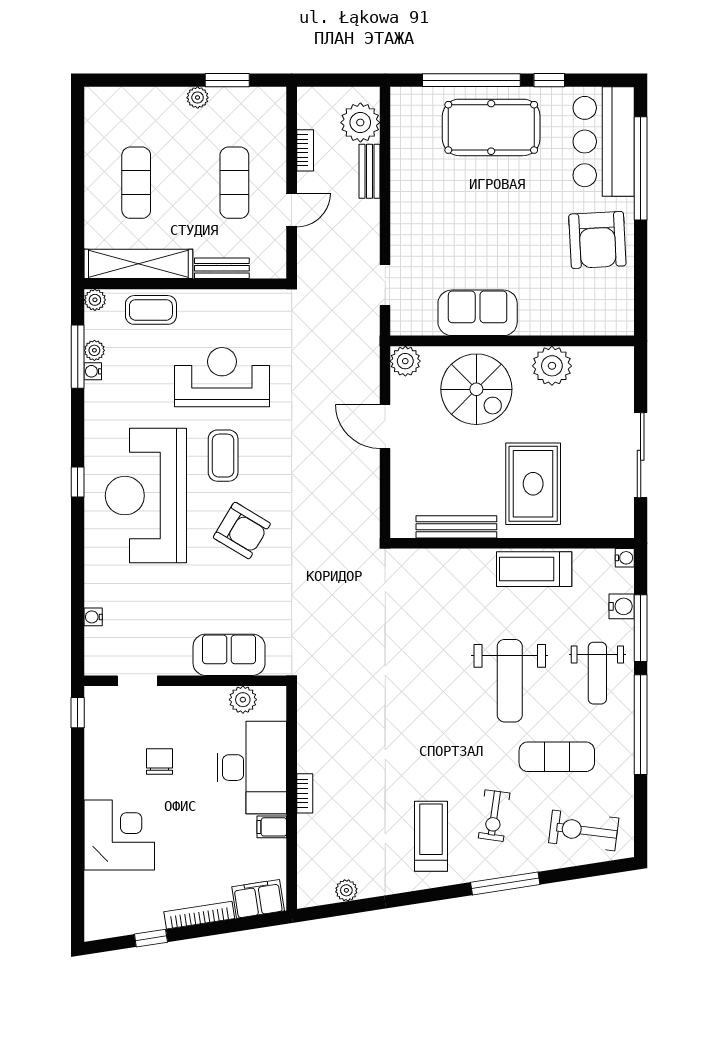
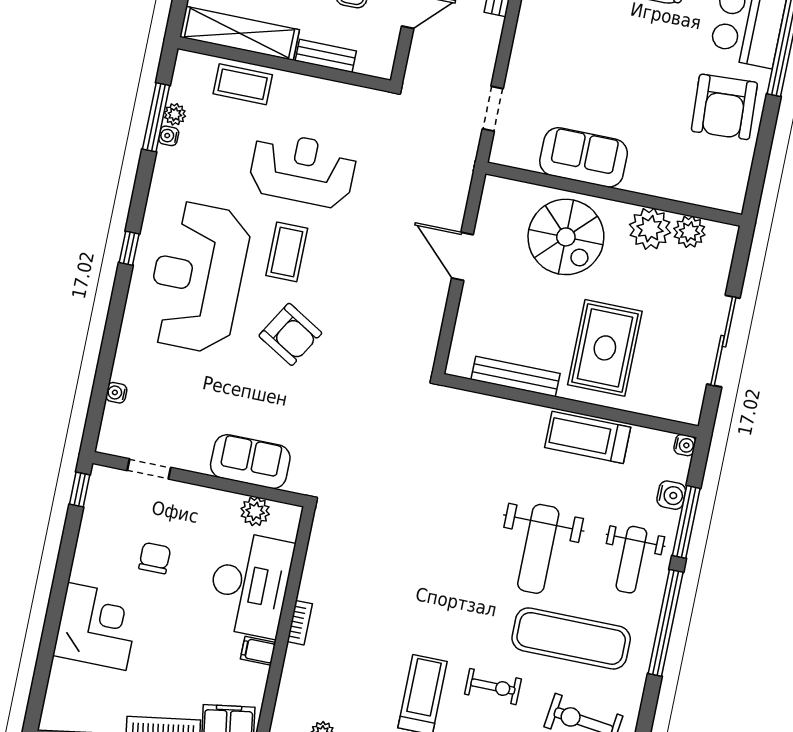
plant: (95, 300) -> (186, 62), removed
plant: (405, 361) -> (689, 232), moved
exercise mat: (557, 757) -> (571, 638), width x1.36, depth x1.45
exercise bike: (494, 816) -> (493, 687), turned -98

